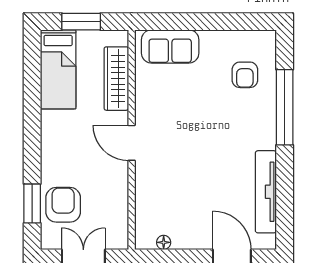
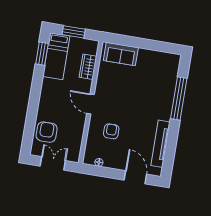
armchair: (245, 75) -> (111, 131), moved, turned 180
wardrobe: (116, 79) -> (88, 67), width x0.67
window: (32, 204) -> (42, 54), moved

